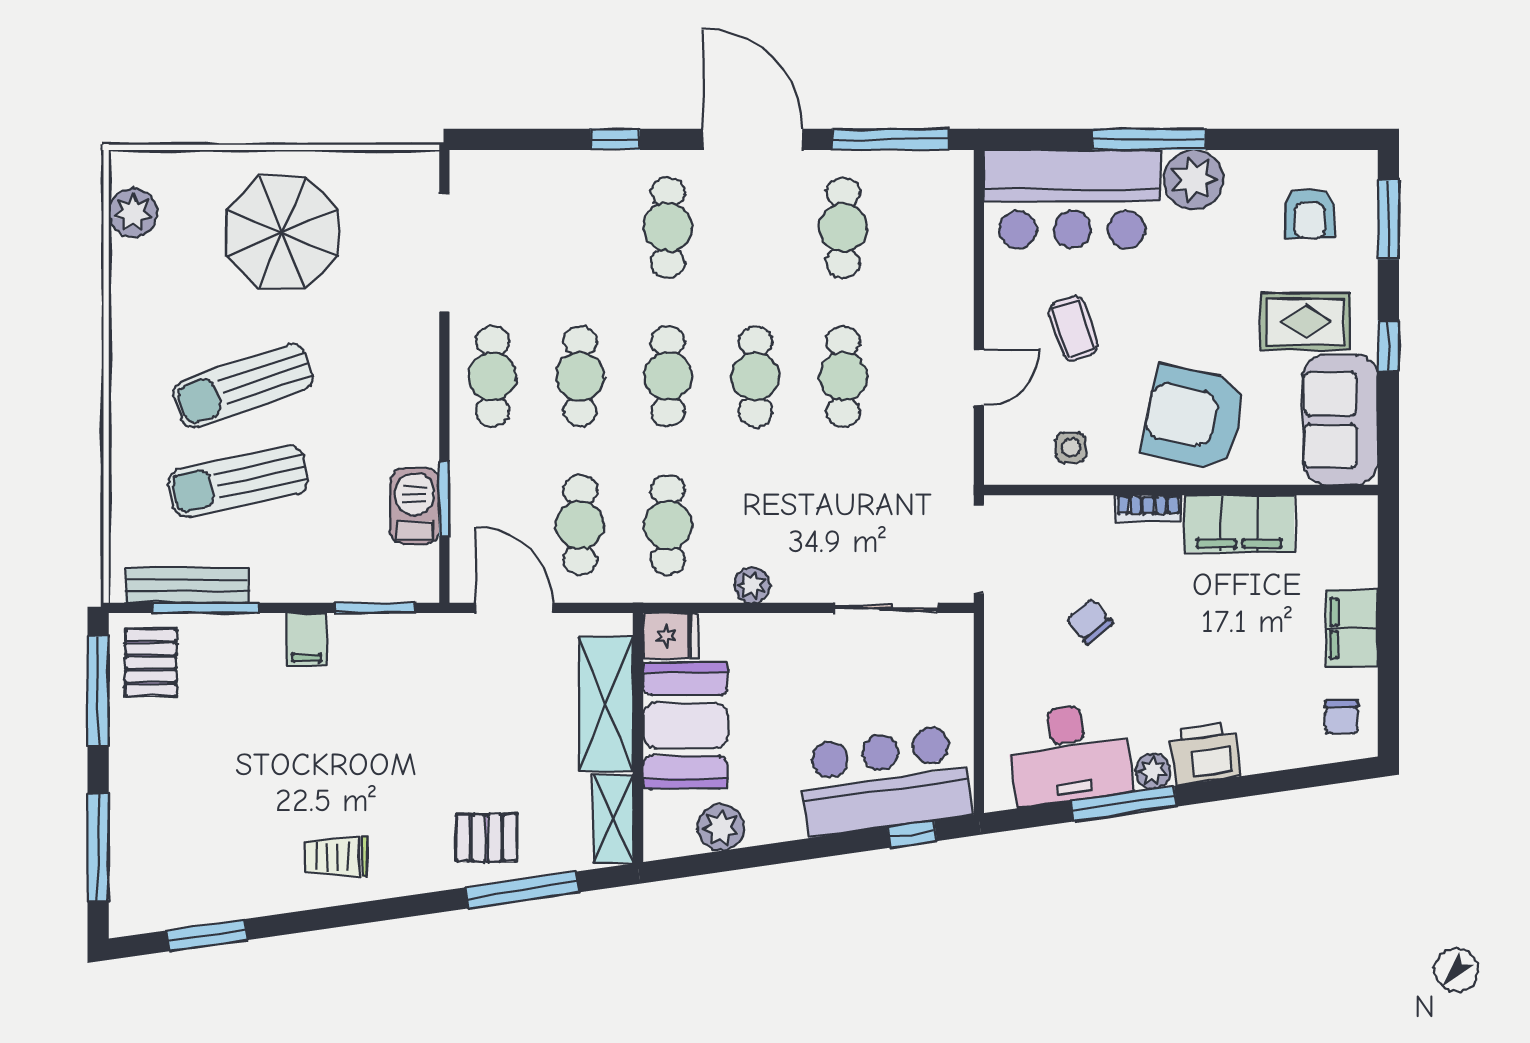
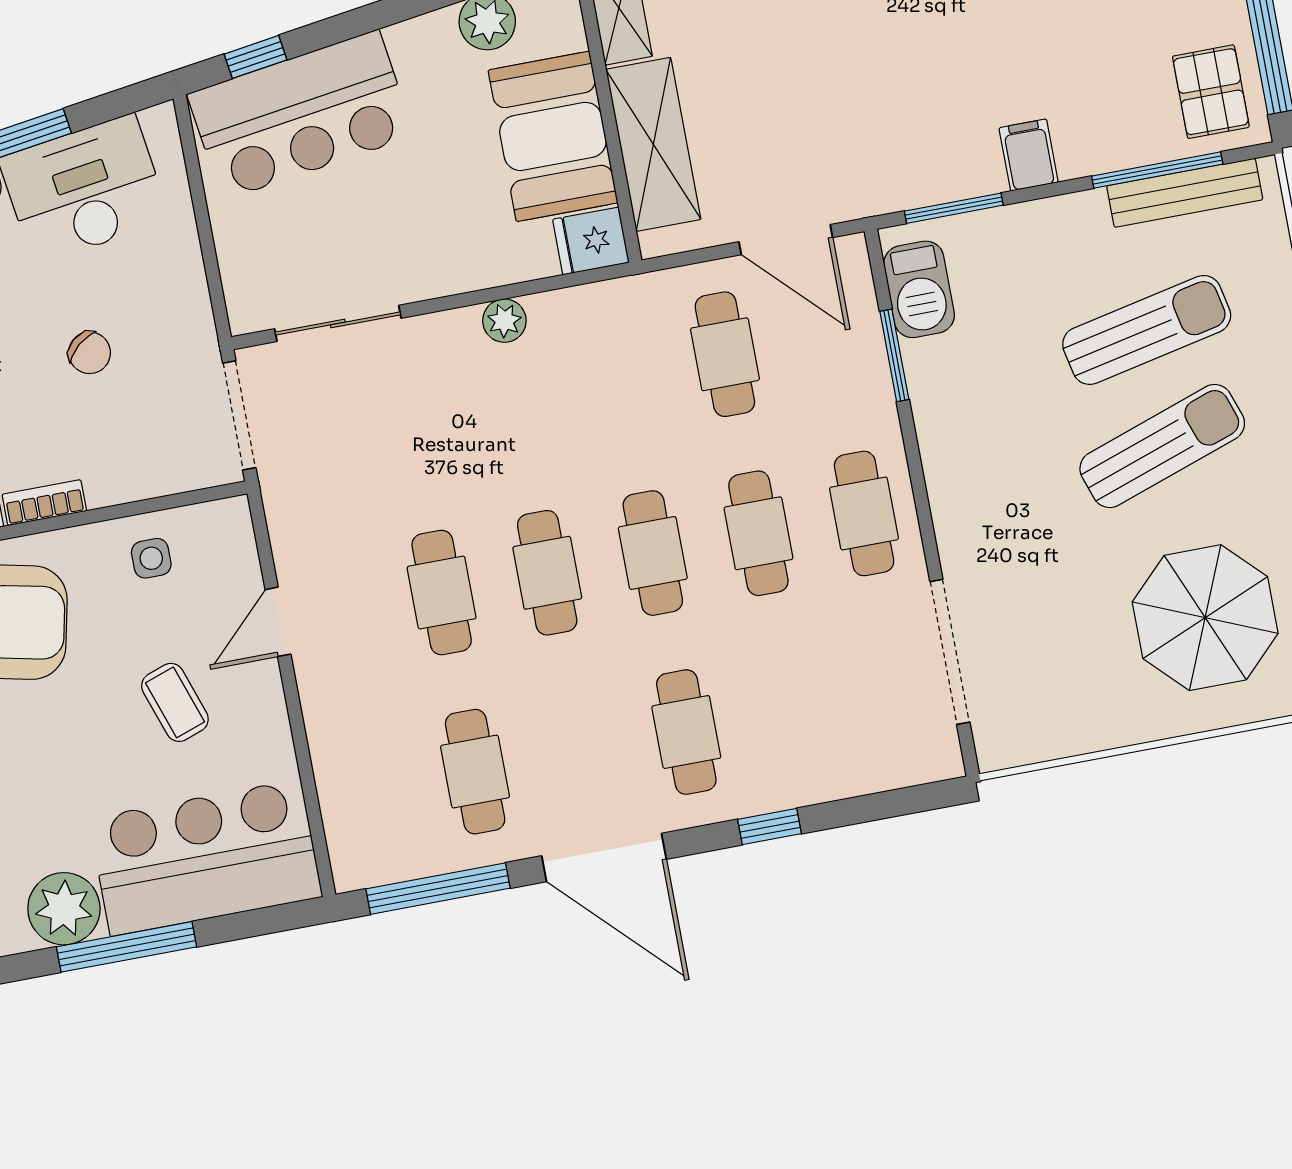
parasol: (282, 233) -> (1205, 618), moved
barbecue: (415, 506) -> (919, 289), moved
cafe table: (668, 525) -> (619, 374), removed

